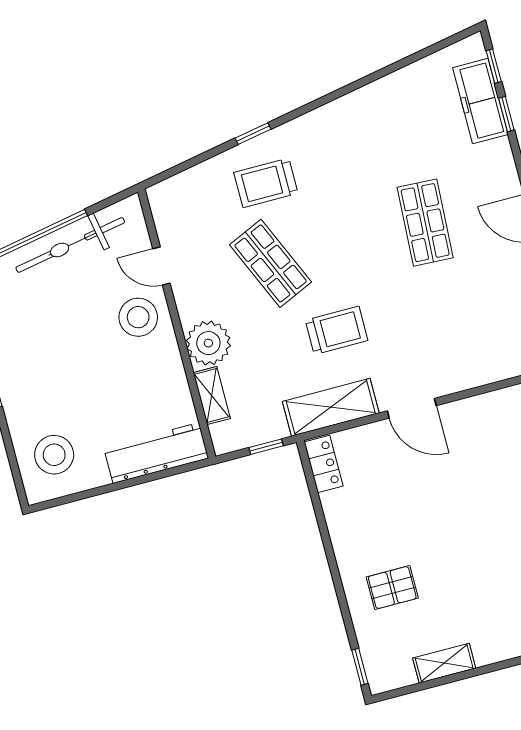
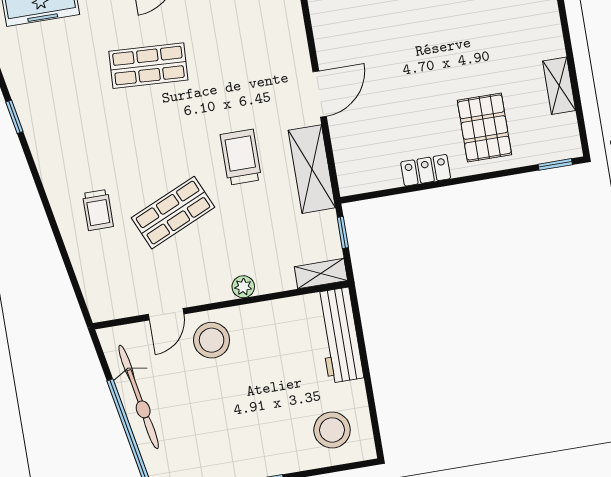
window: (253, 134) -> (14, 117), moved
trolley: (266, 183) -> (98, 210), width x0.73, depth x0.72
plant: (208, 343) -> (243, 287), width x0.53, depth x0.53
shelving: (212, 396) -> (321, 274), moved
locker: (324, 464) -> (426, 170), moved
pallet: (392, 588) -> (484, 127), width x1.50, depth x1.42

